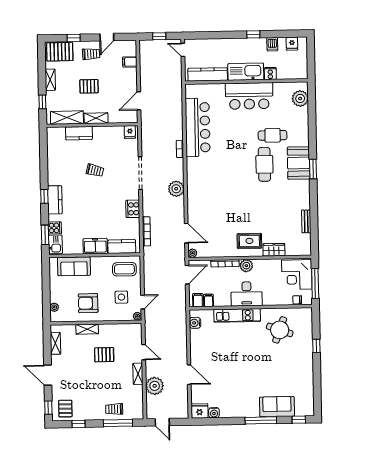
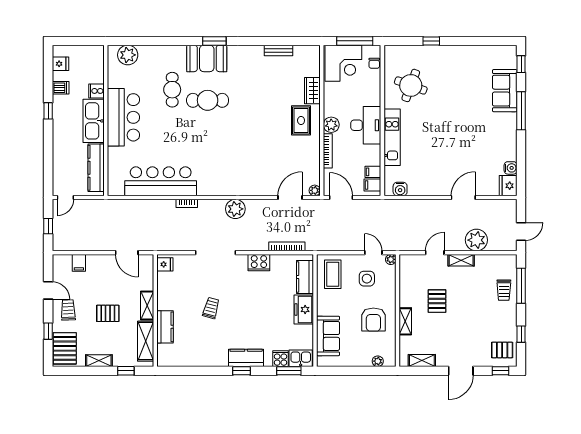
pallet: (89, 86) -> (108, 313), turned 90

